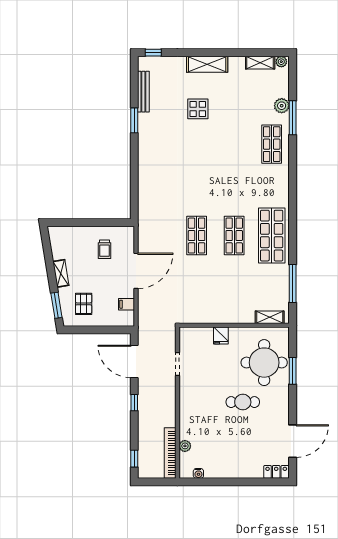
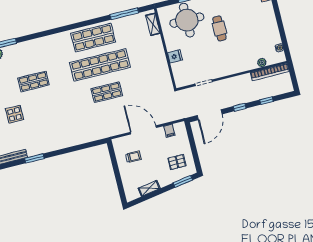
shop shelf: (272, 144) -> (34, 81), moved
shop shelf: (234, 236) -> (100, 65), width x2.00, depth x1.36
shelving: (61, 273) -> (149, 188), moved
window: (134, 459) -> (266, 101), moved

